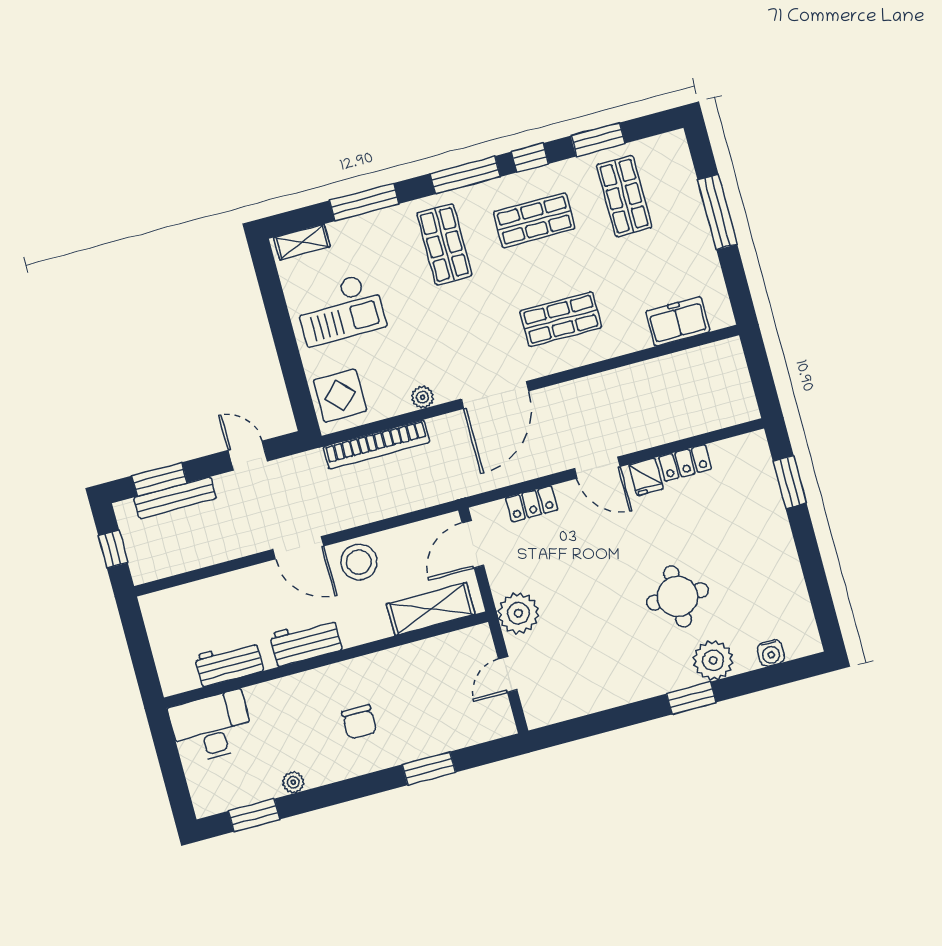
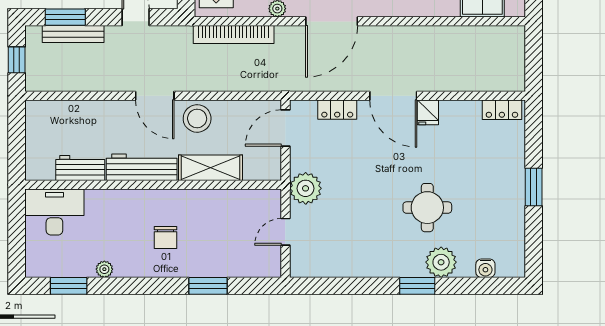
locker: (685, 463) -> (502, 110), moved
door: (597, 468) -> (393, 96), width x1.36
window: (790, 482) -> (534, 187), moved
shelving: (431, 609) -> (211, 168), moved
workbench: (306, 642) -> (142, 167), width x1.38

